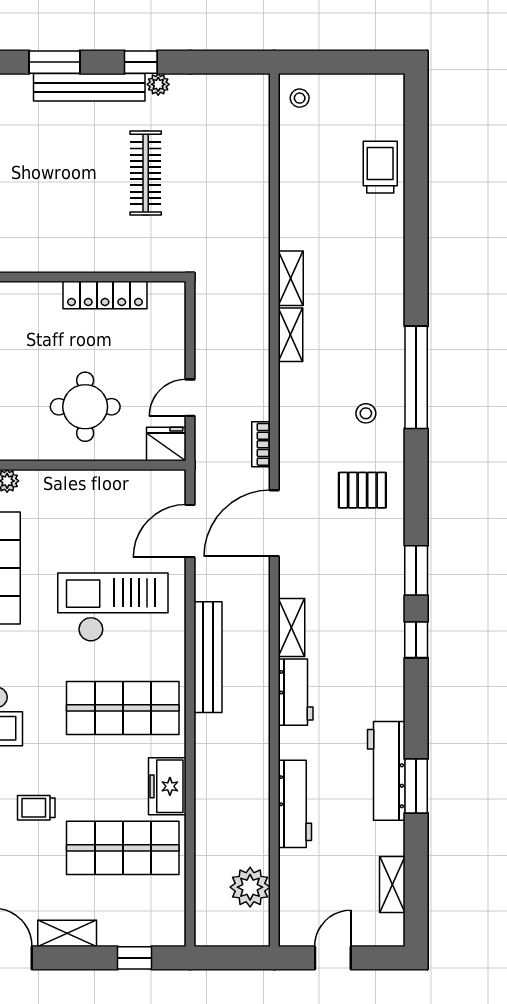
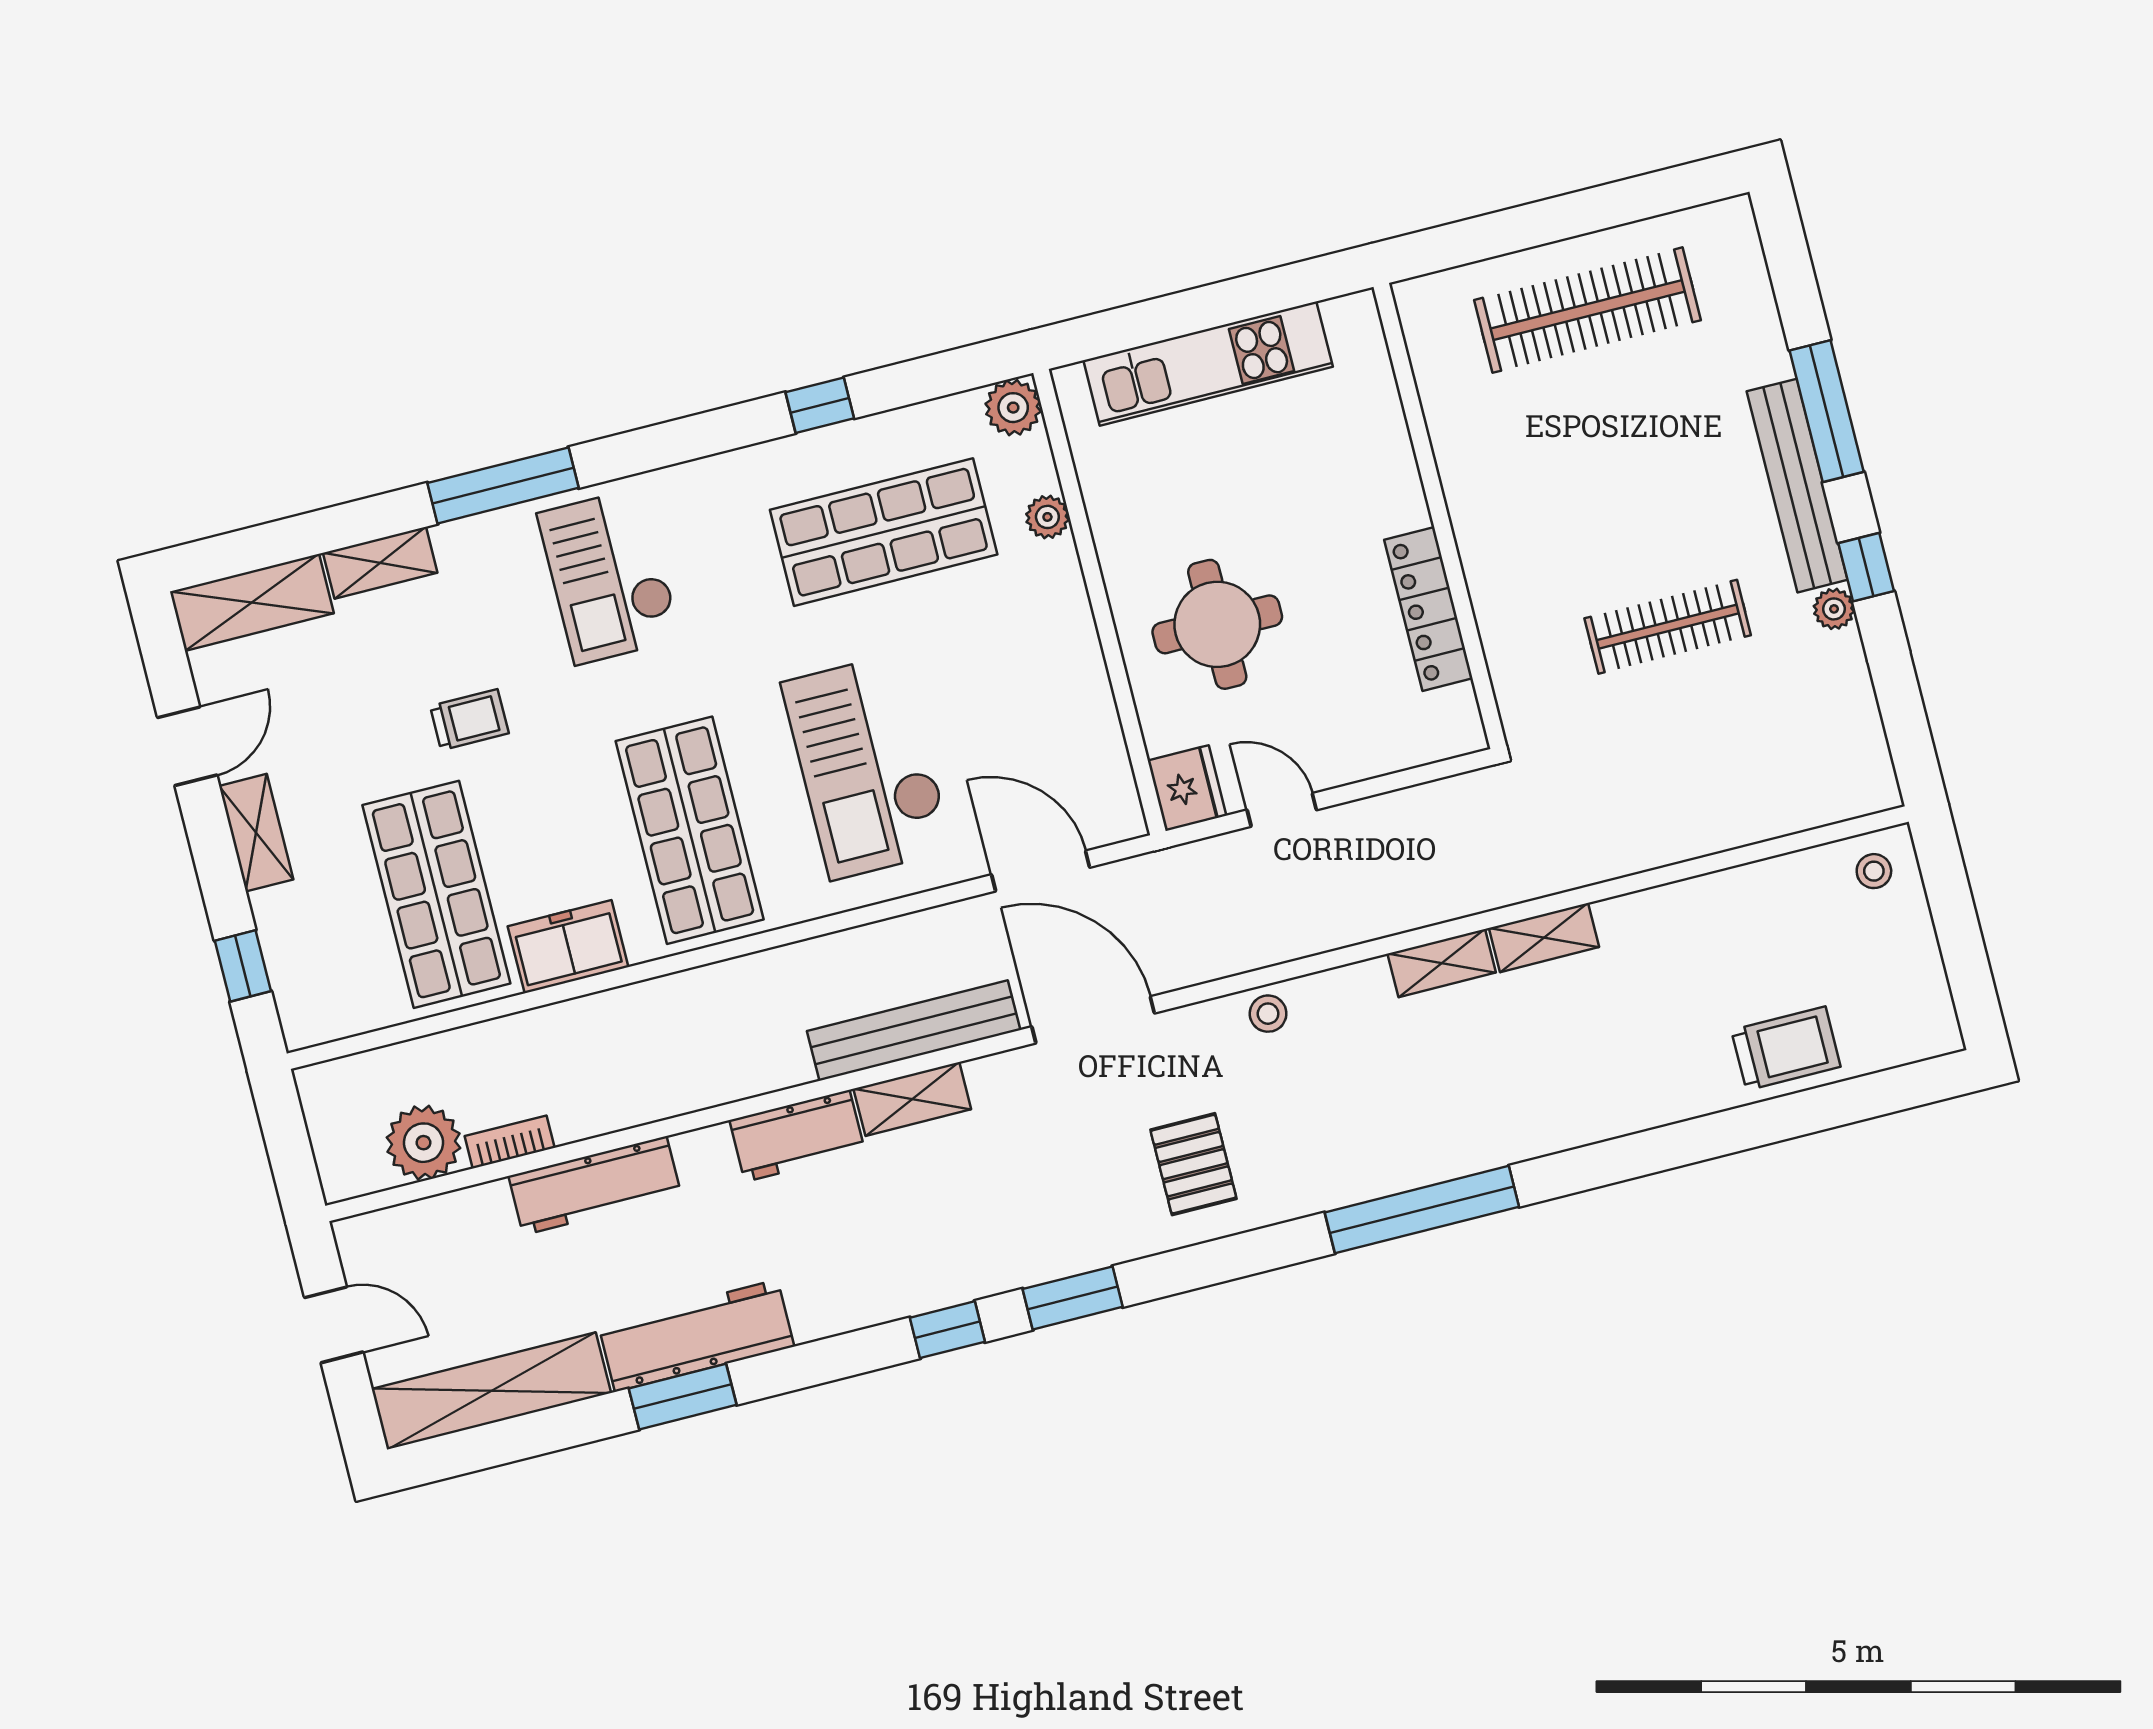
window: (54, 62) -> (1827, 411), width x1.44
stool: (366, 413) -> (1268, 1014), moved
bookcase: (261, 444) -> (510, 1142), moved
checkout: (113, 607) -> (867, 766), turned 180
bench: (208, 657) -> (914, 1031), moved
trolley: (36, 808) -> (469, 720), turned 90
shelving: (392, 884) -> (492, 1391), width x2.20, depth x1.33

